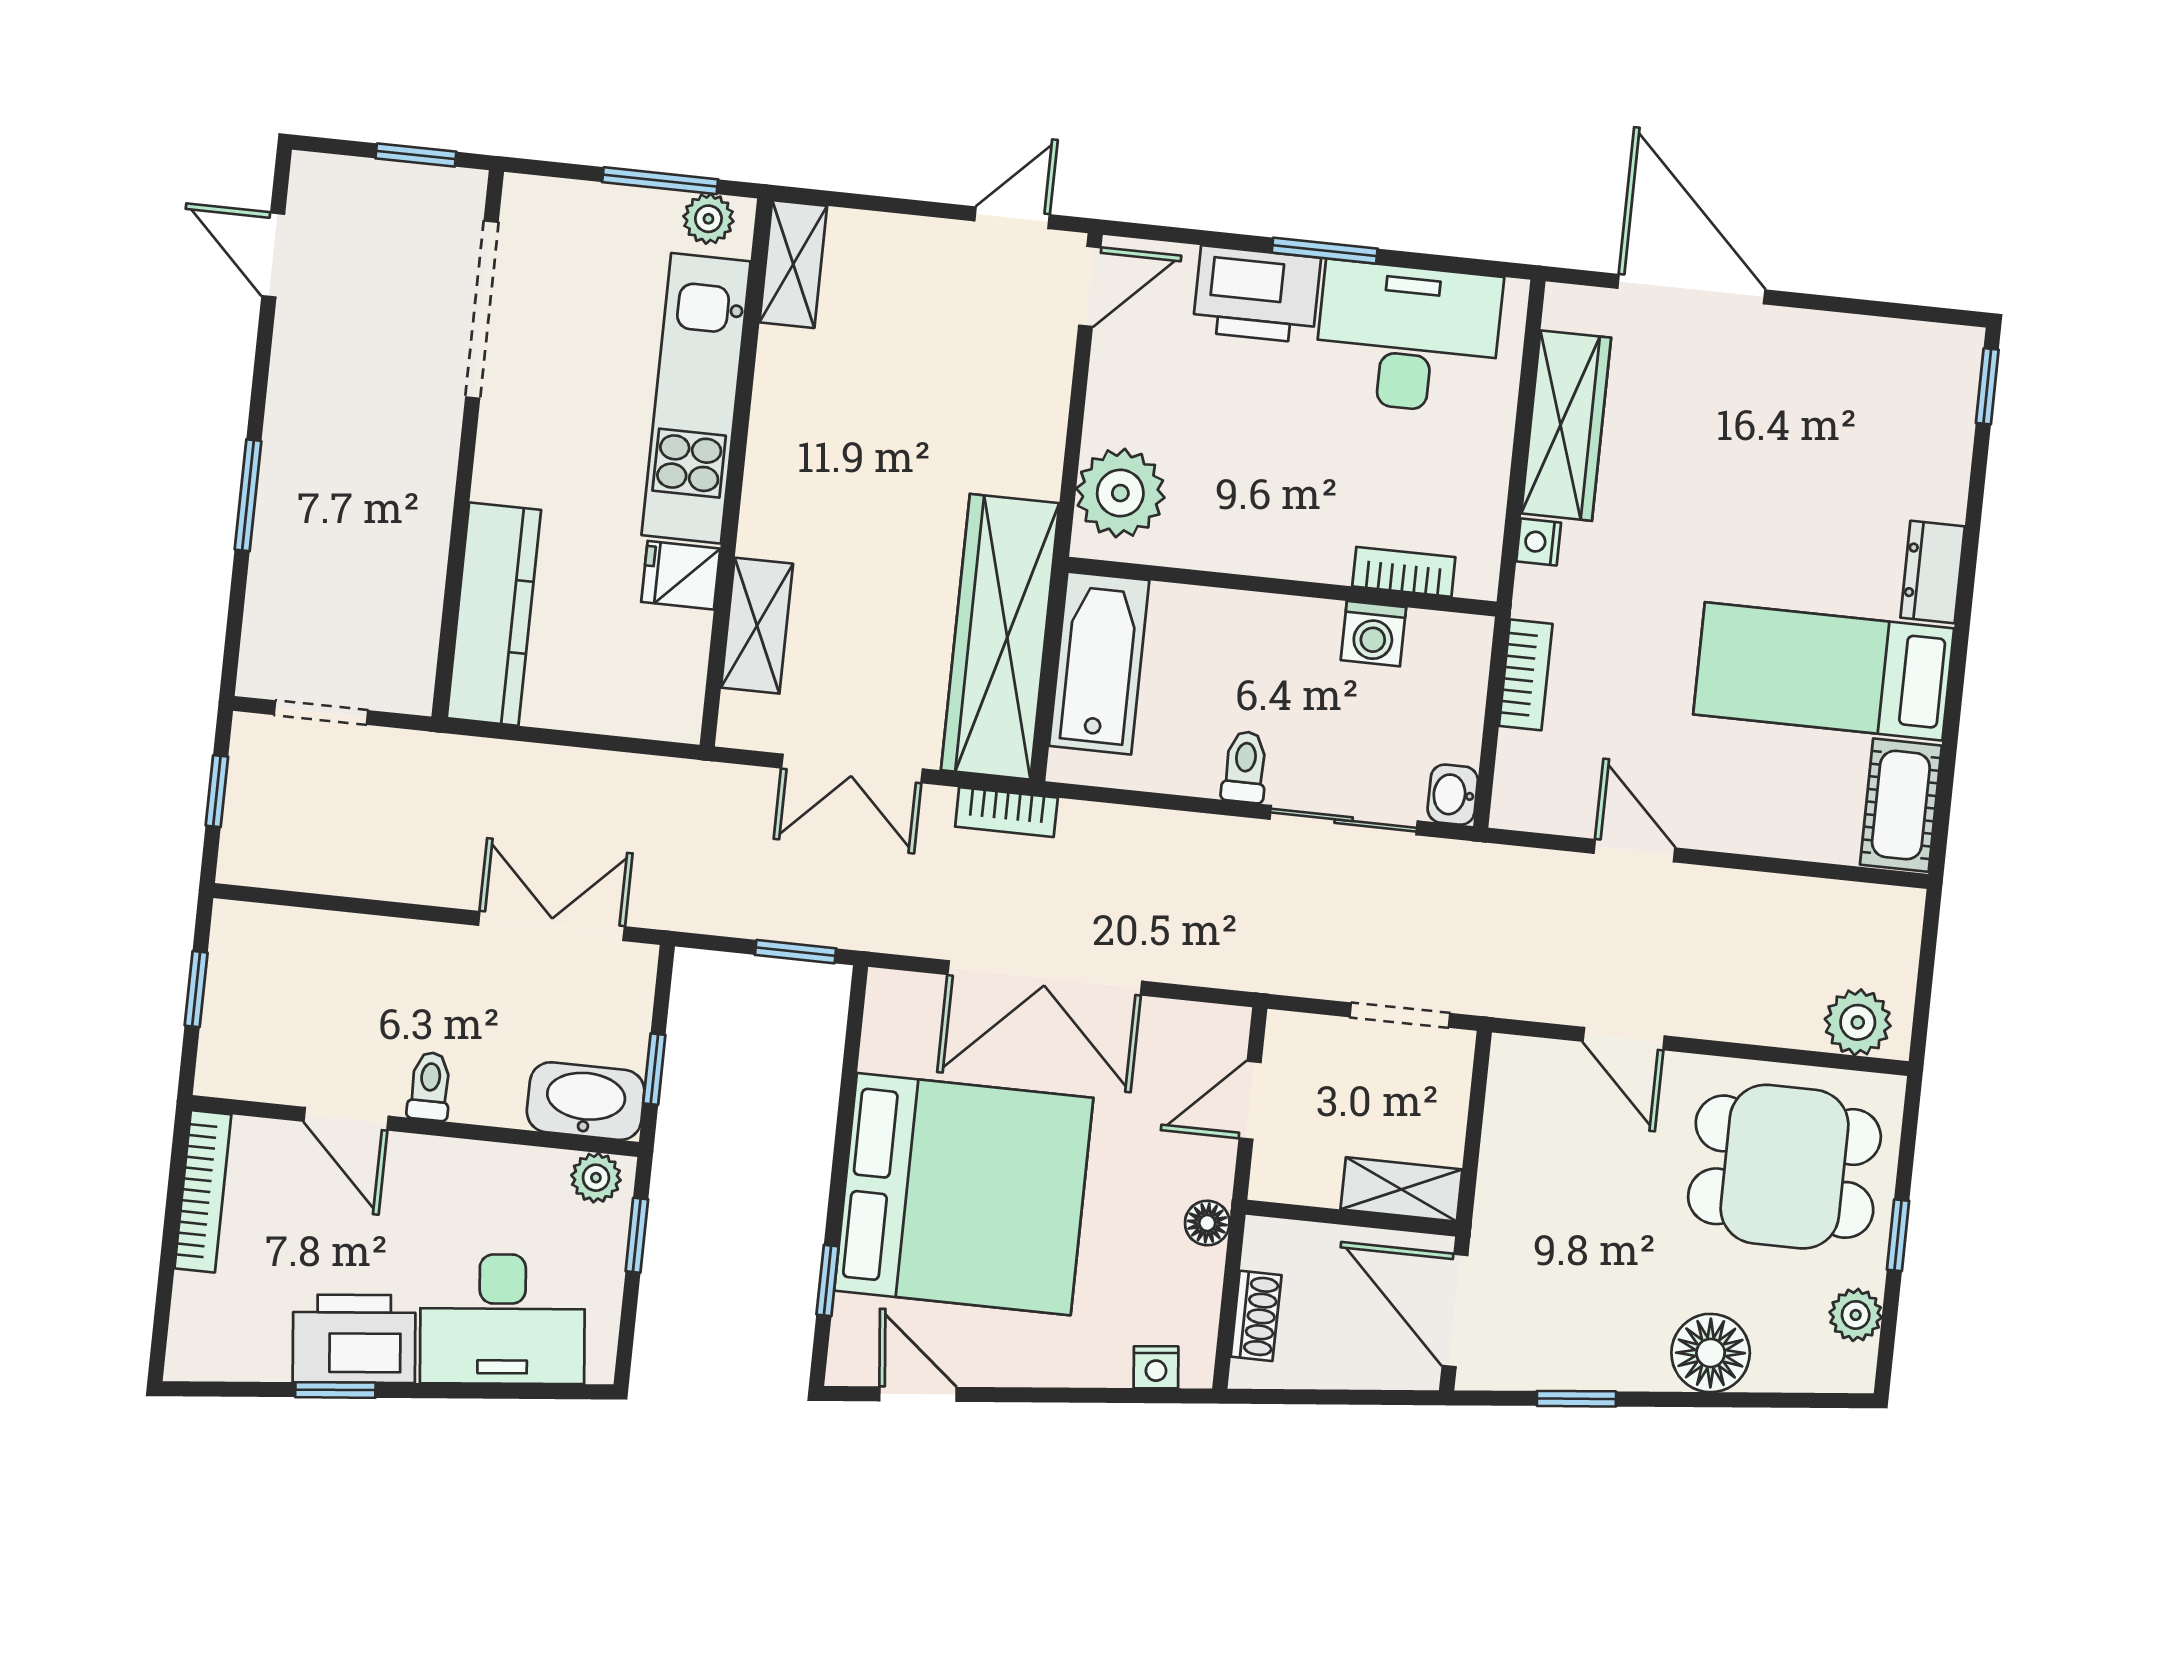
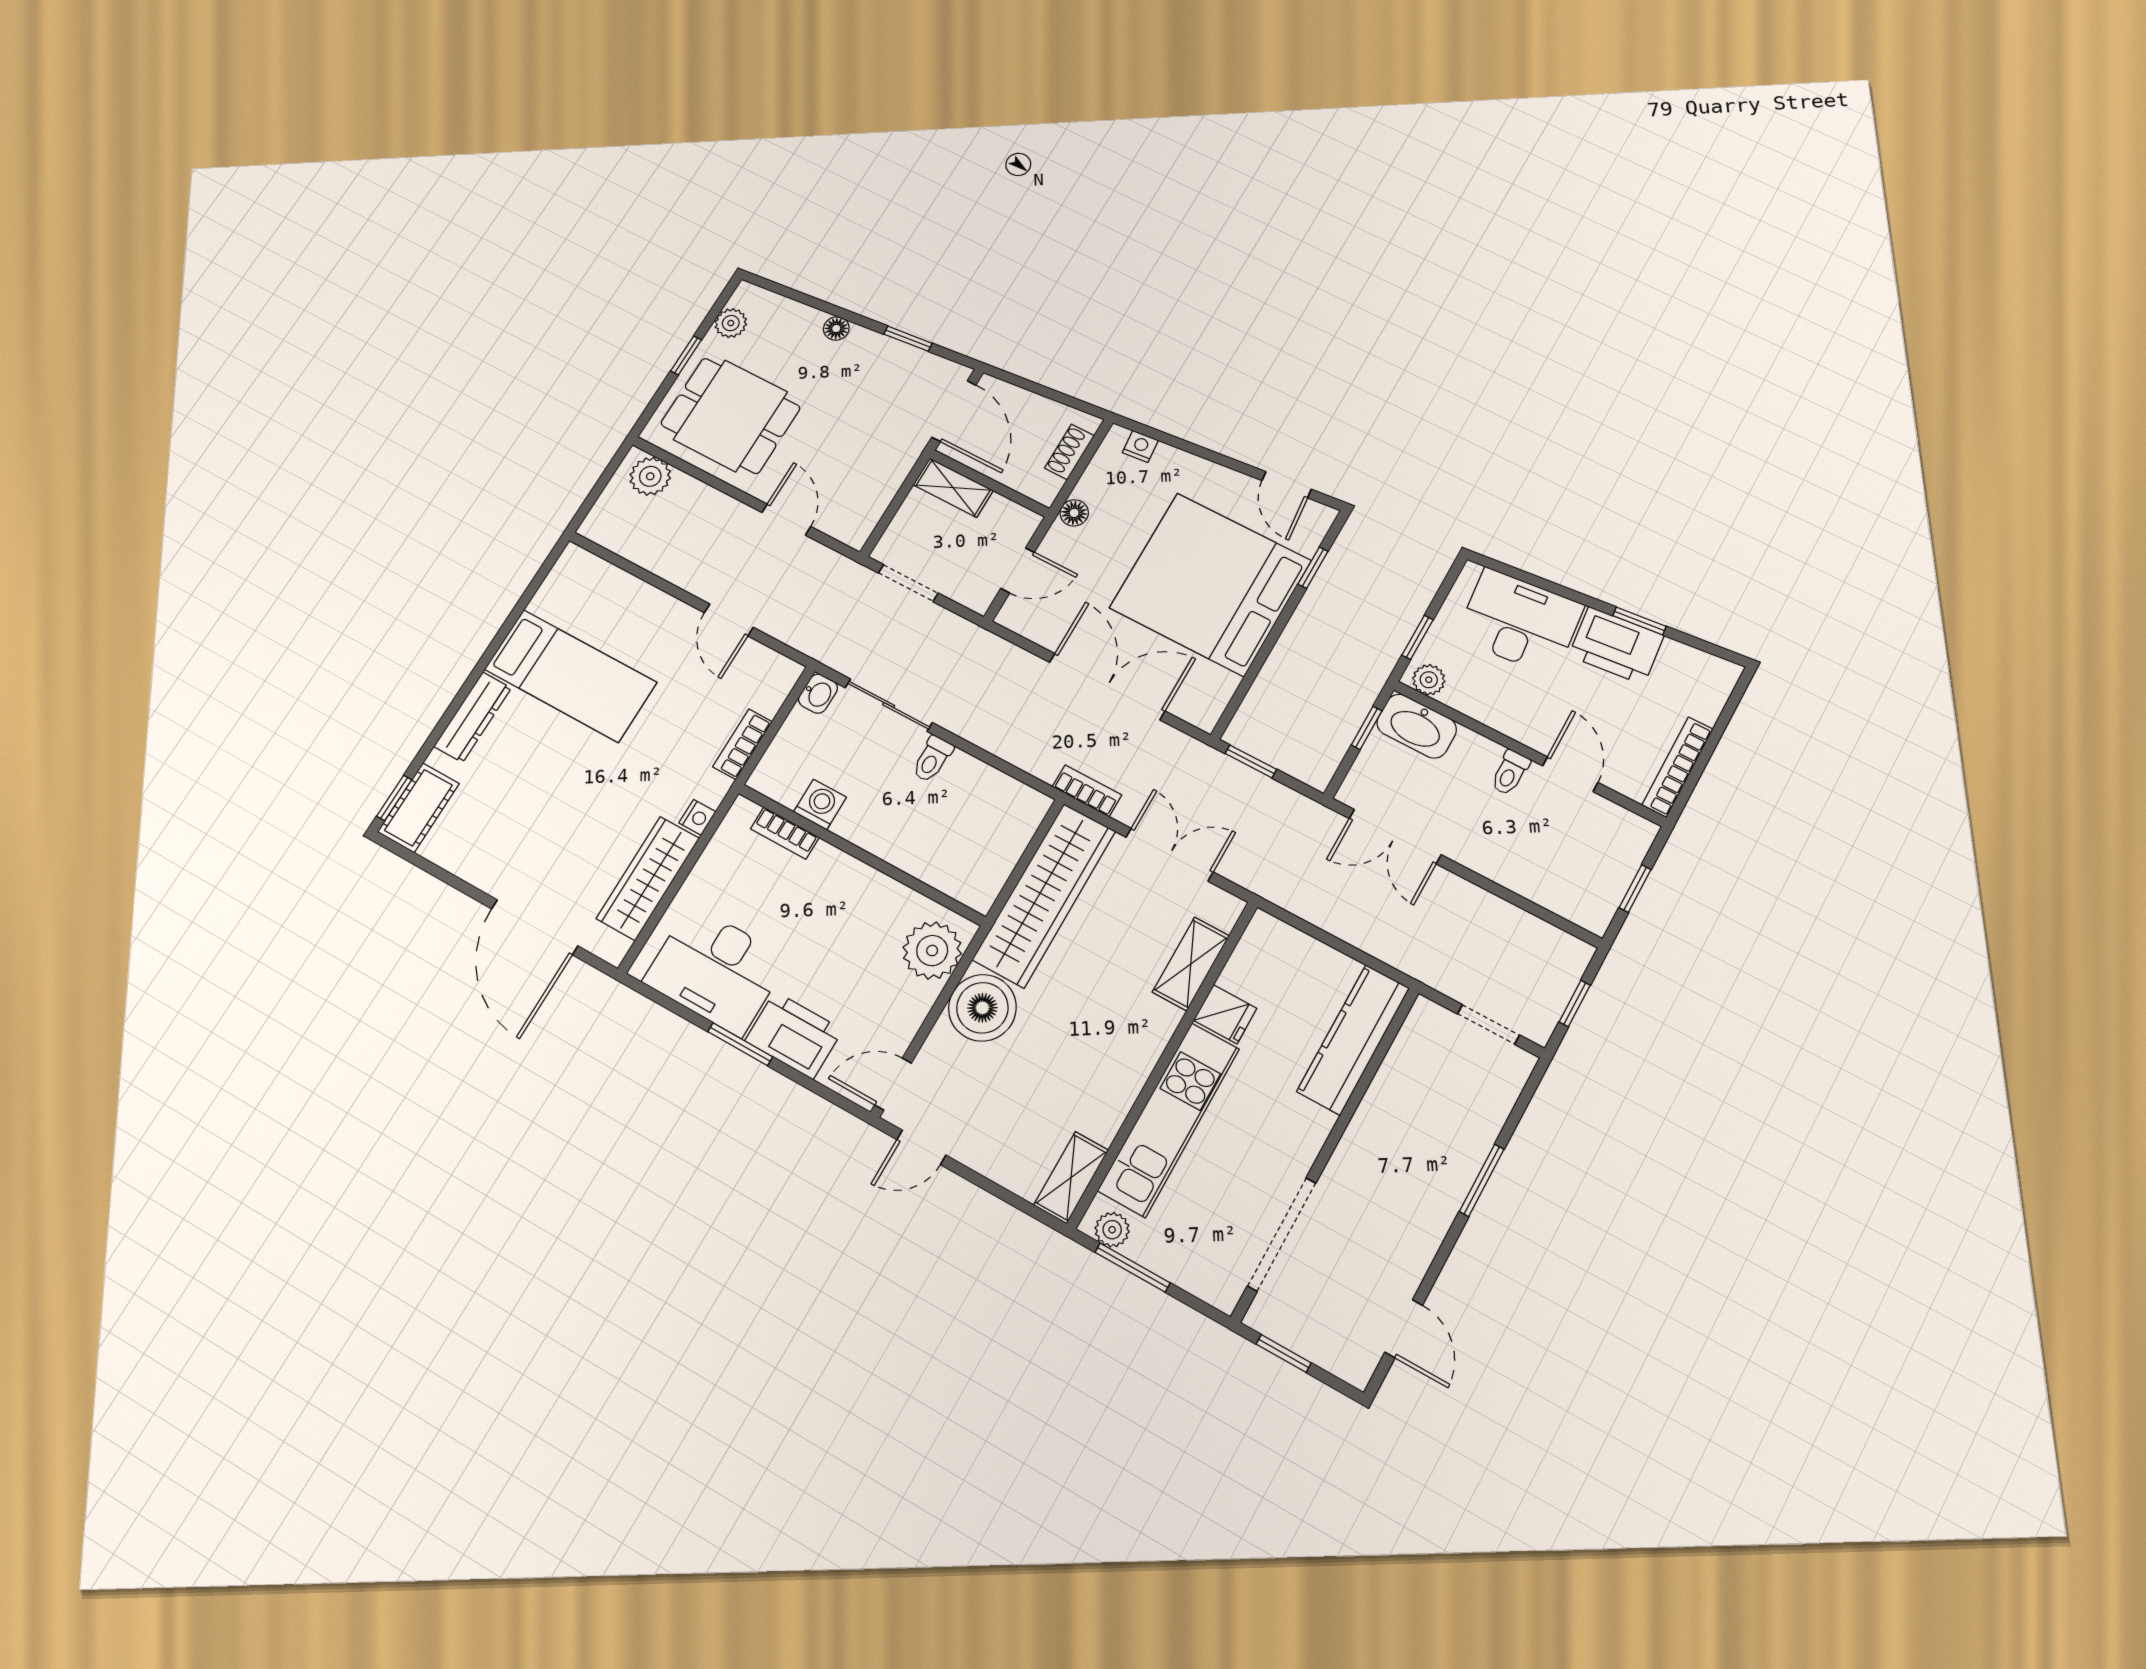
boiler: (1015, 443) -> (982, 1008), added
dresser: (1933, 572) -> (473, 717), width x1.44
bathtub: (1099, 663) -> (991, 855), removed
cot: (1901, 805) -> (418, 808), moved
floor lamp: (1711, 1353) -> (836, 328), width x0.53, depth x0.53

